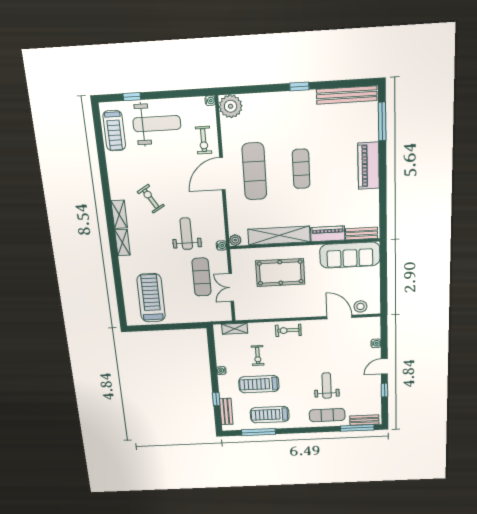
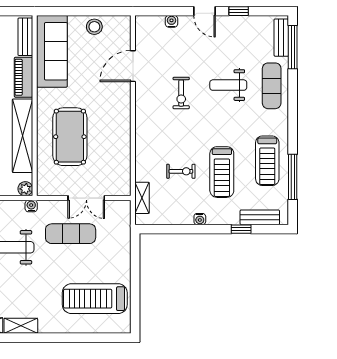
stool: (360, 306) -> (94, 27), moved
exercise bike: (288, 330) -> (181, 93), moved

